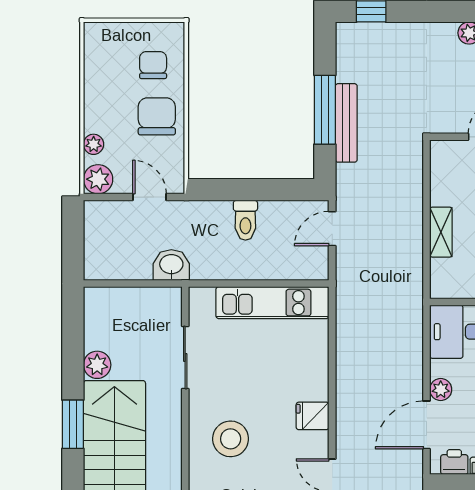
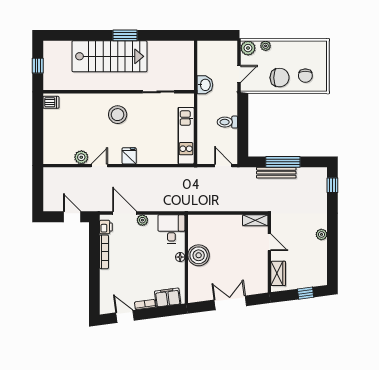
chair: (153, 65) -> (305, 76), turned 90
shelving: (441, 232) -> (255, 220), moved
plant: (97, 365) -> (155, 48), removed

